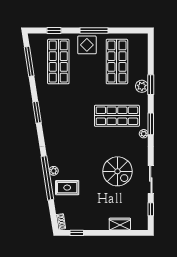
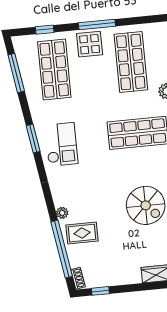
checkout: (58, 119) -> (61, 144), added
window: (47, 178) -> (62, 249), moved

